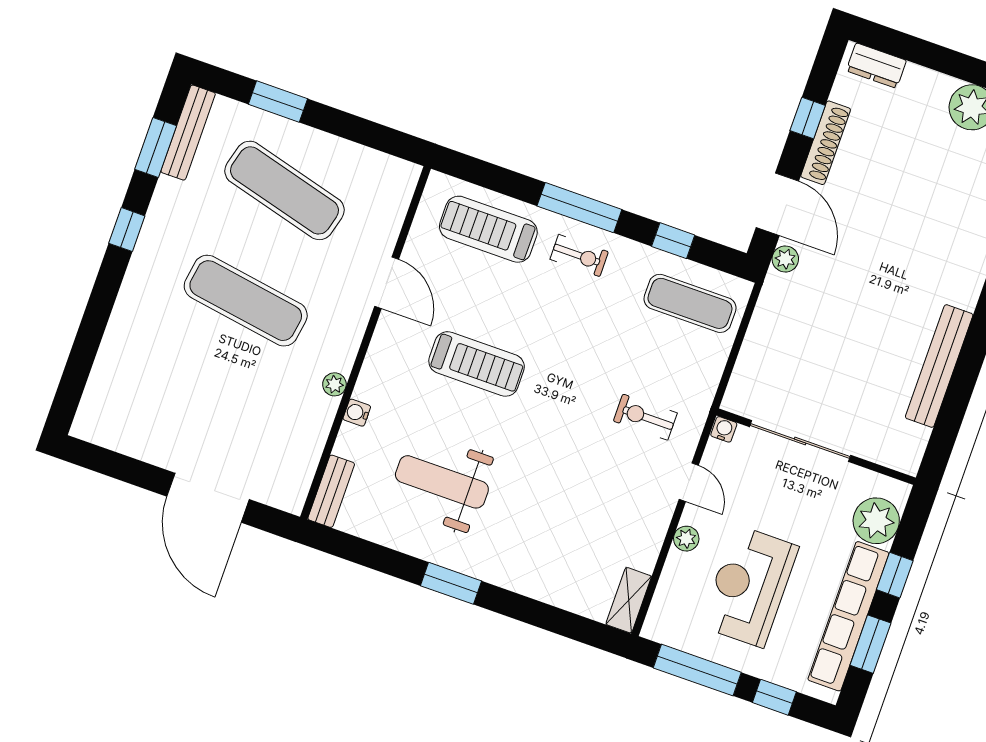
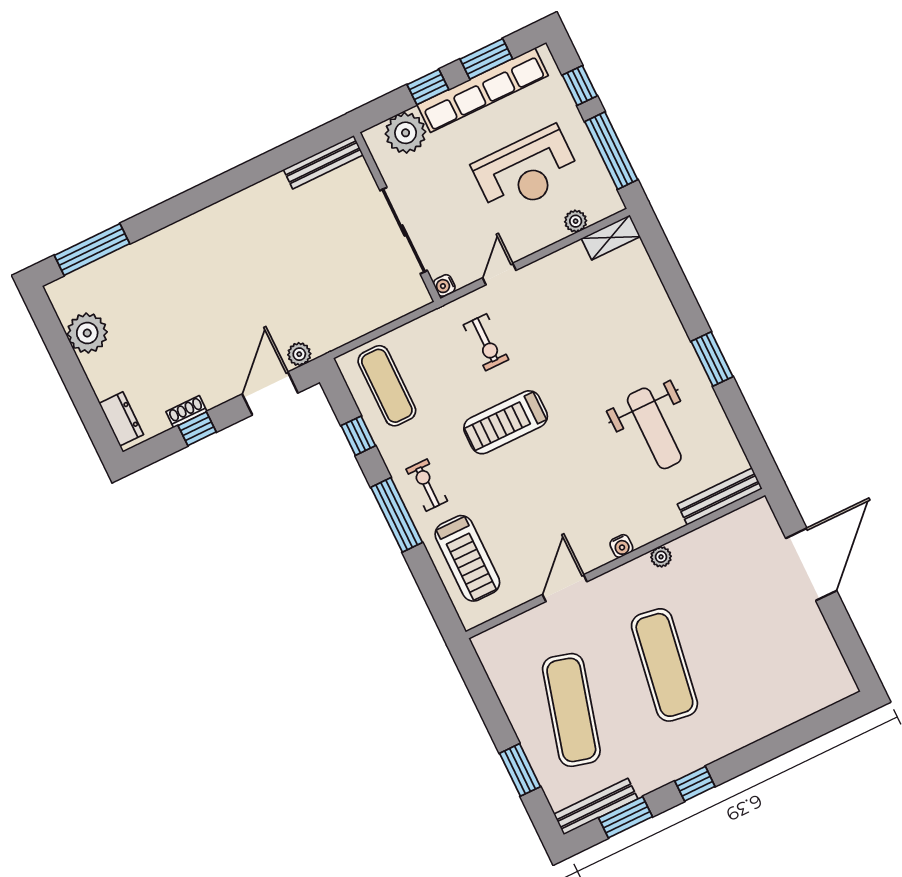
shoe rack: (826, 143) -> (186, 412), width x0.51, depth x0.81
treadmill: (477, 364) -> (506, 422), moved, turned -90
bench: (939, 366) -> (323, 162), moved, width x0.73, depth x0.82
water cooler: (357, 413) -> (621, 546), moved
bench: (331, 491) -> (720, 497), width x1.36
plant: (686, 539) -> (576, 221), moved

